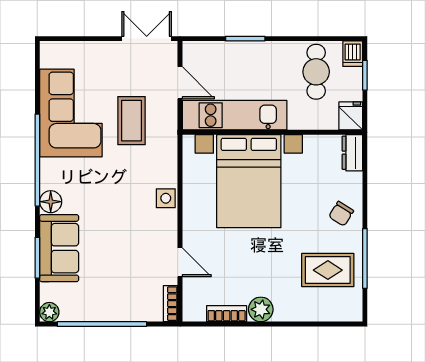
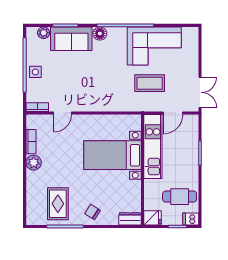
bed with nightstands: (249, 181) -> (112, 155), width x0.73
side table: (166, 198) -> (35, 72), moved
plant: (49, 312) -> (44, 33), moved

